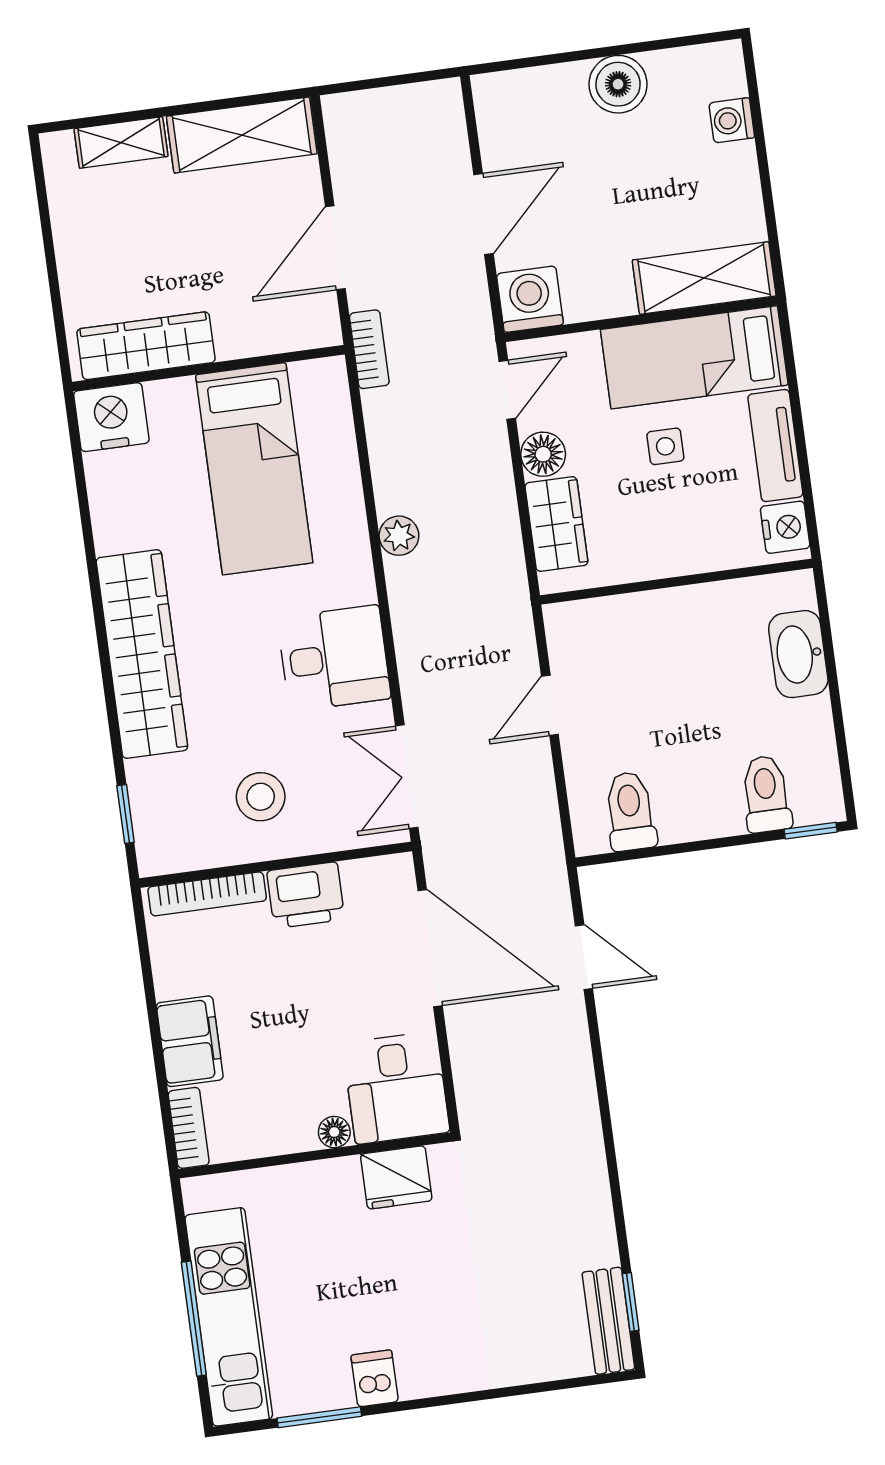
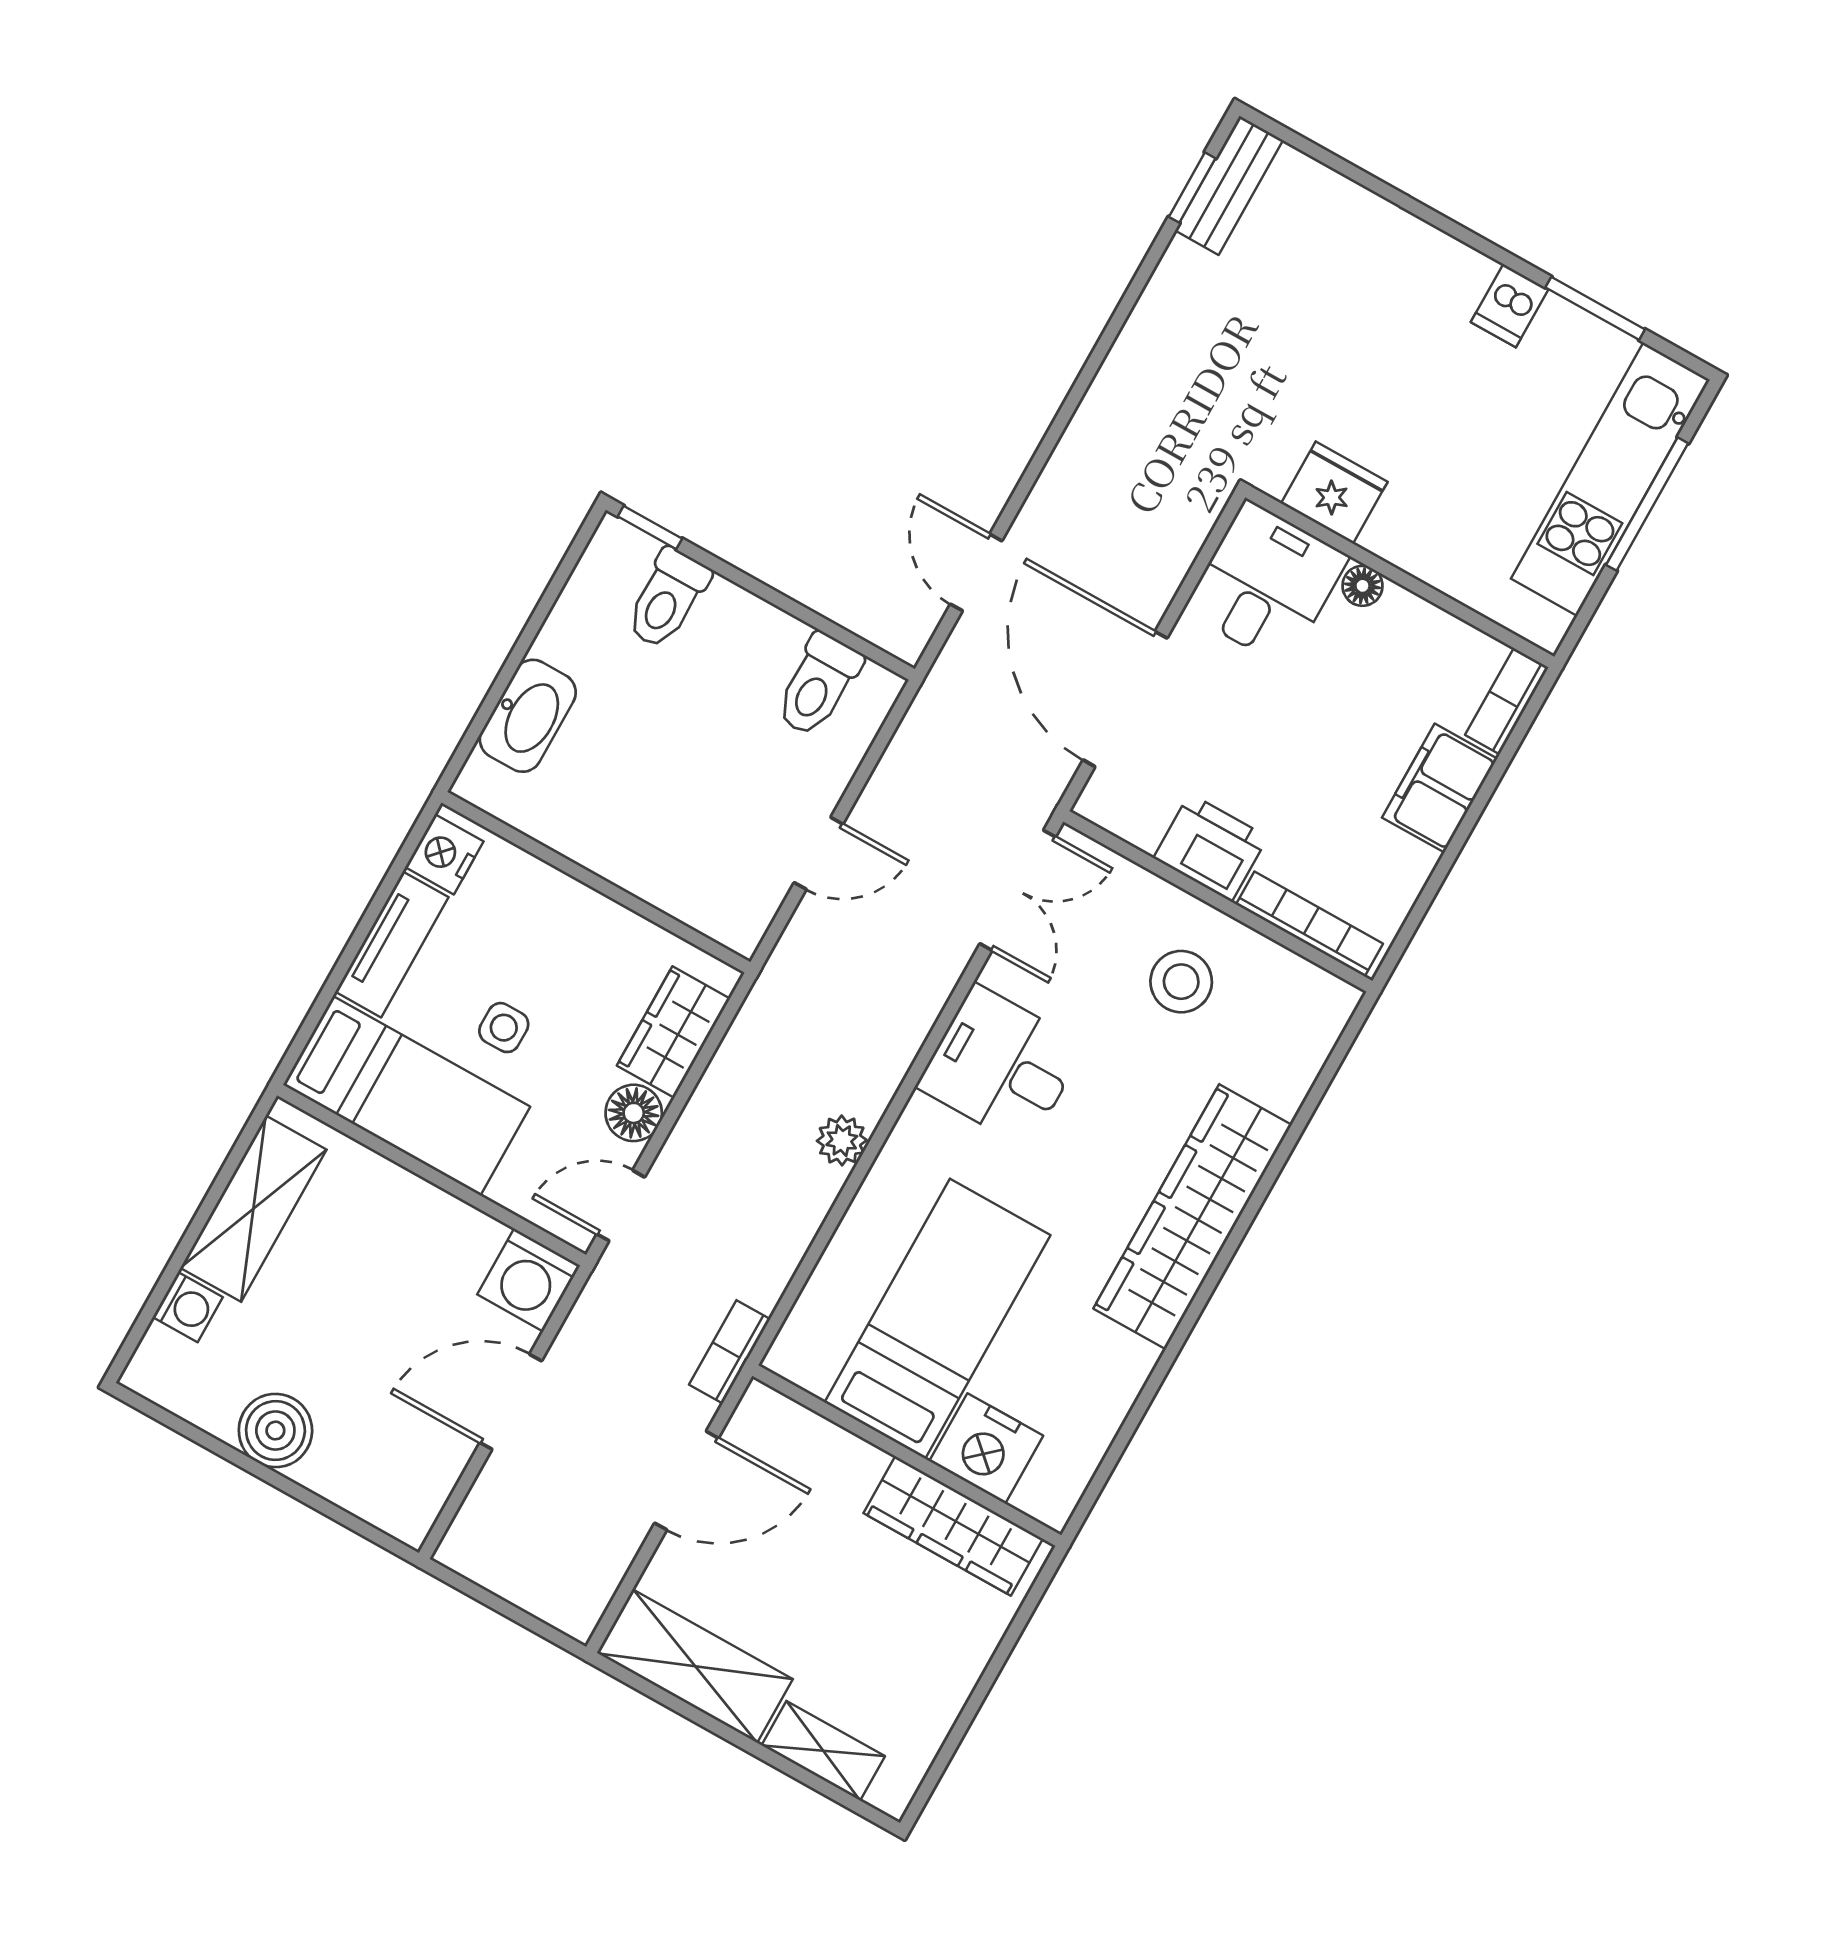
shelving: (704, 278) -> (253, 1209), moved, turned 90
nightstand: (111, 417) -> (986, 1448), moved
window: (126, 814) -> (1331, 1067), removed

